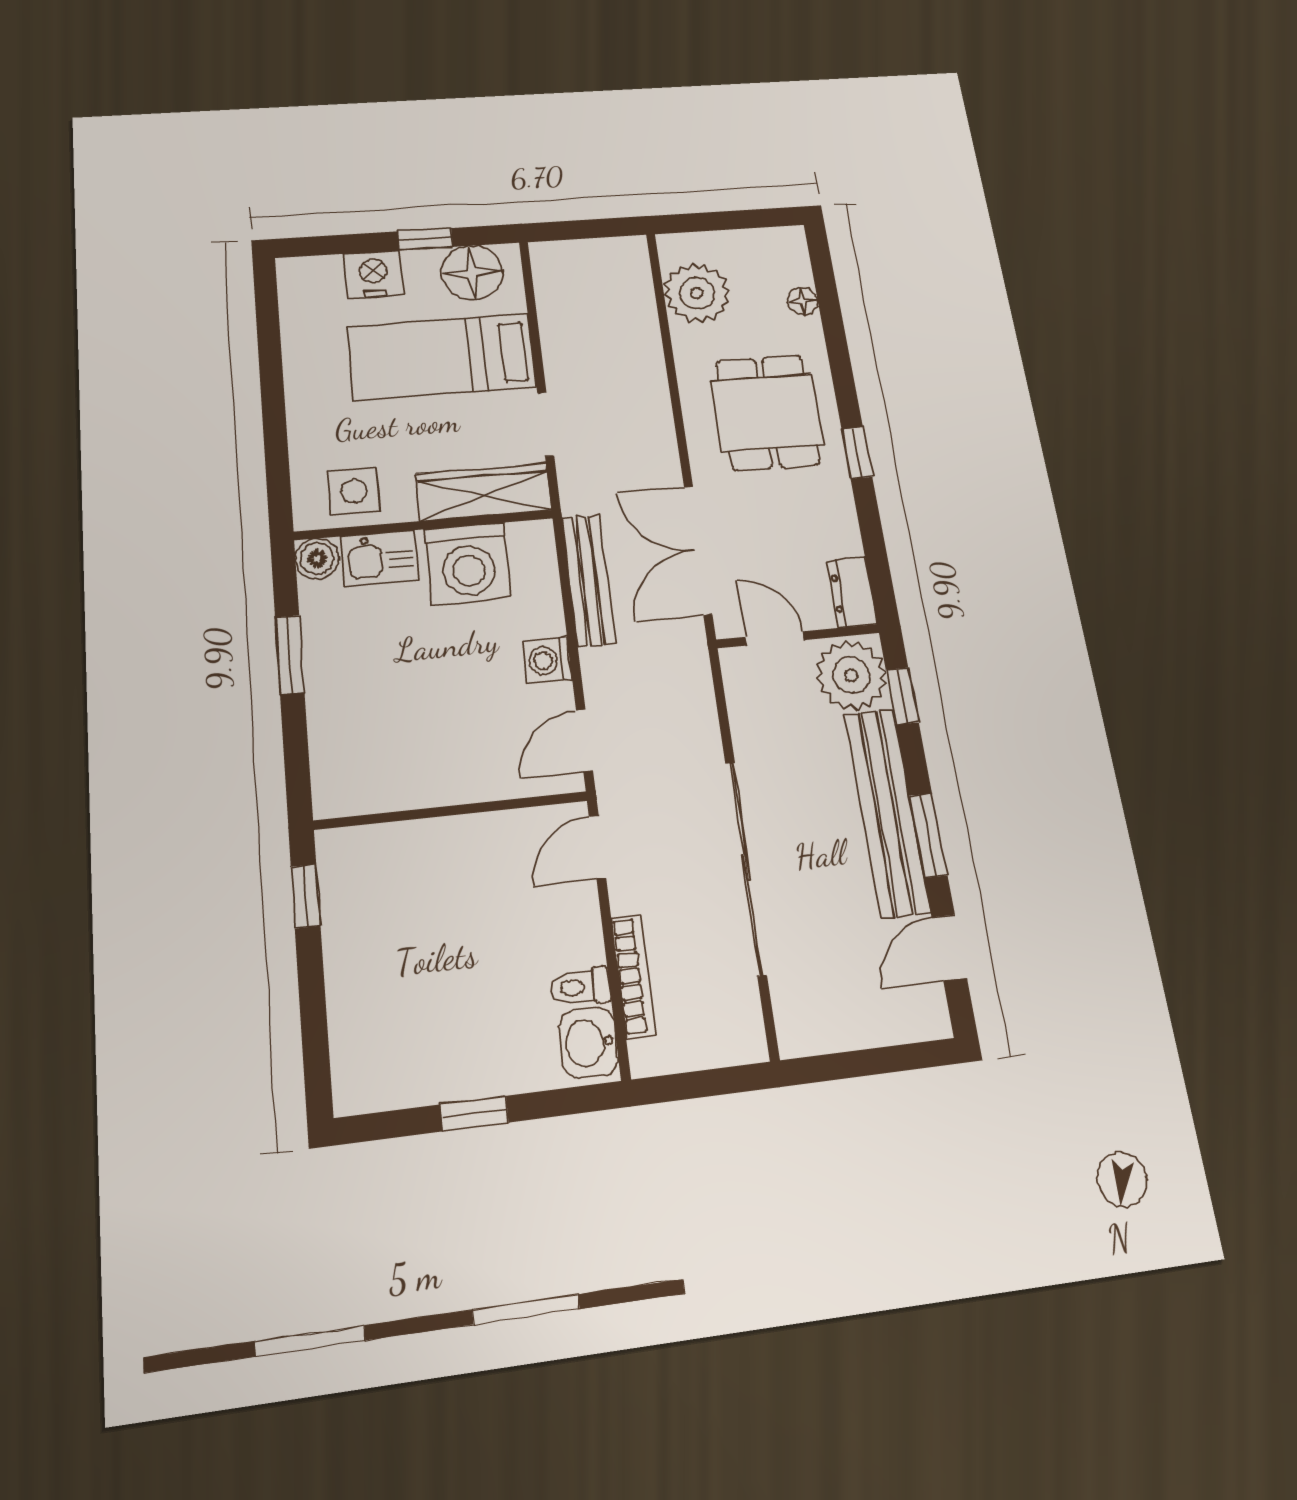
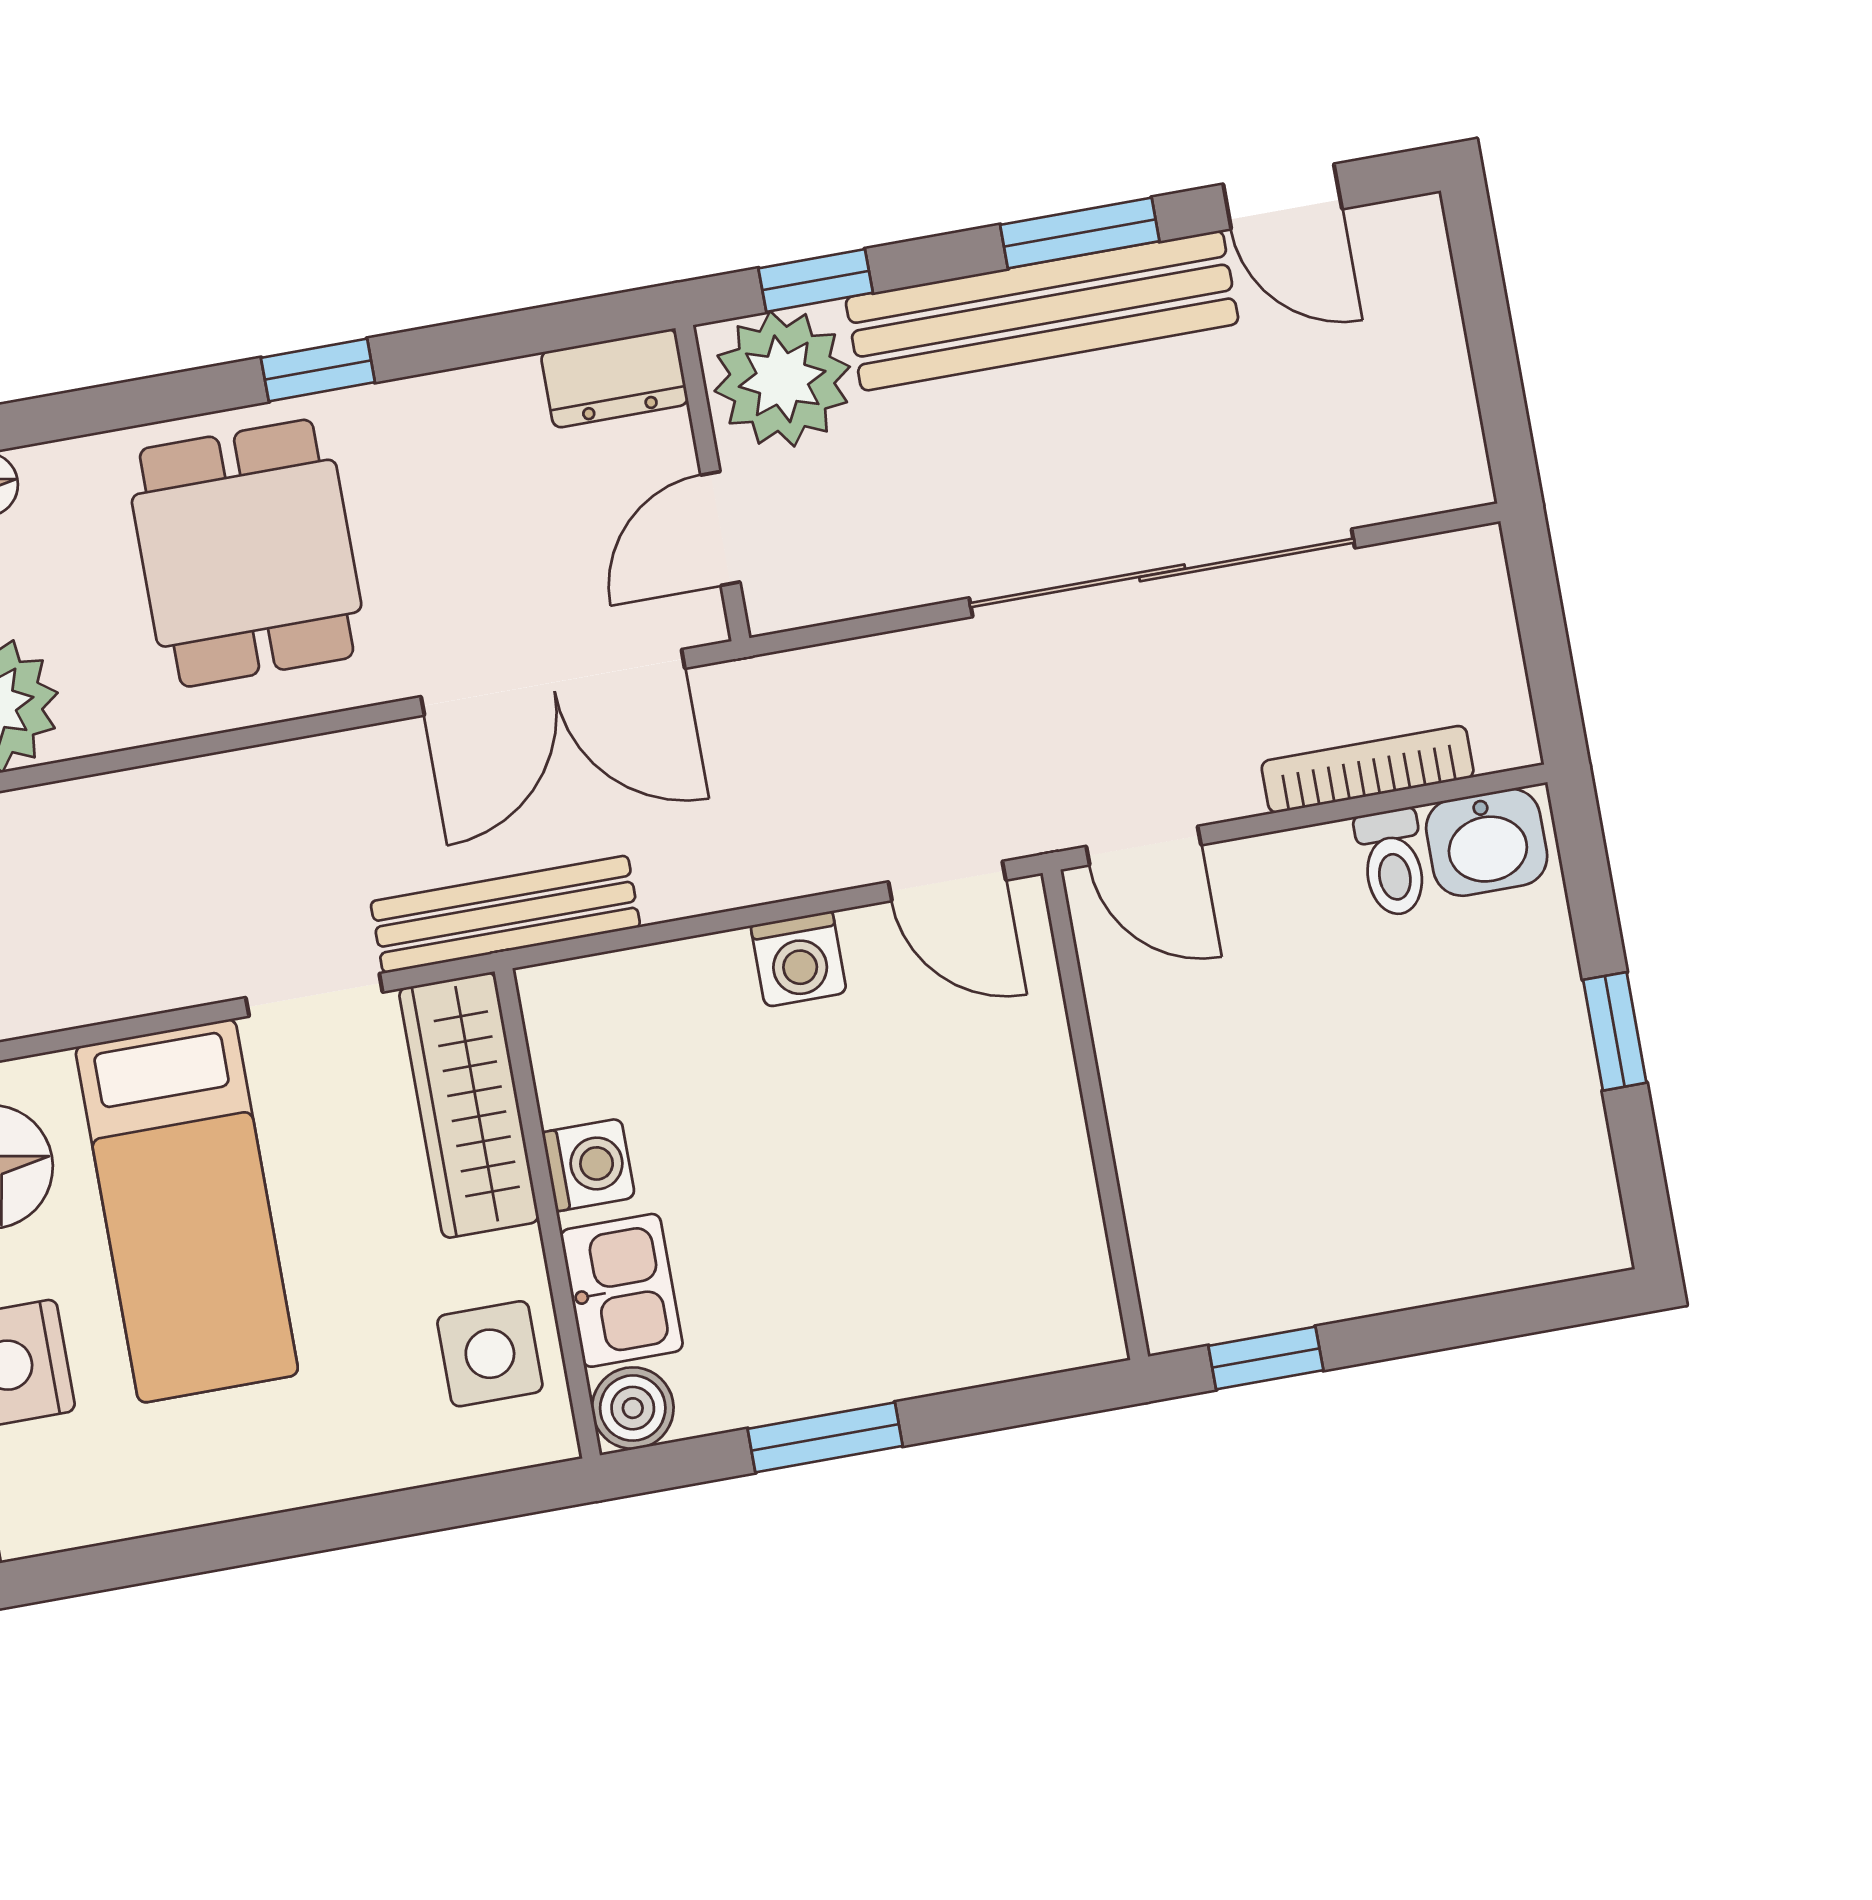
dining table: (767, 413) -> (247, 553), turned 90
washing machine: (468, 563) -> (589, 1165), width x0.53, depth x0.53
bench: (589, 580) -> (505, 914), moved

